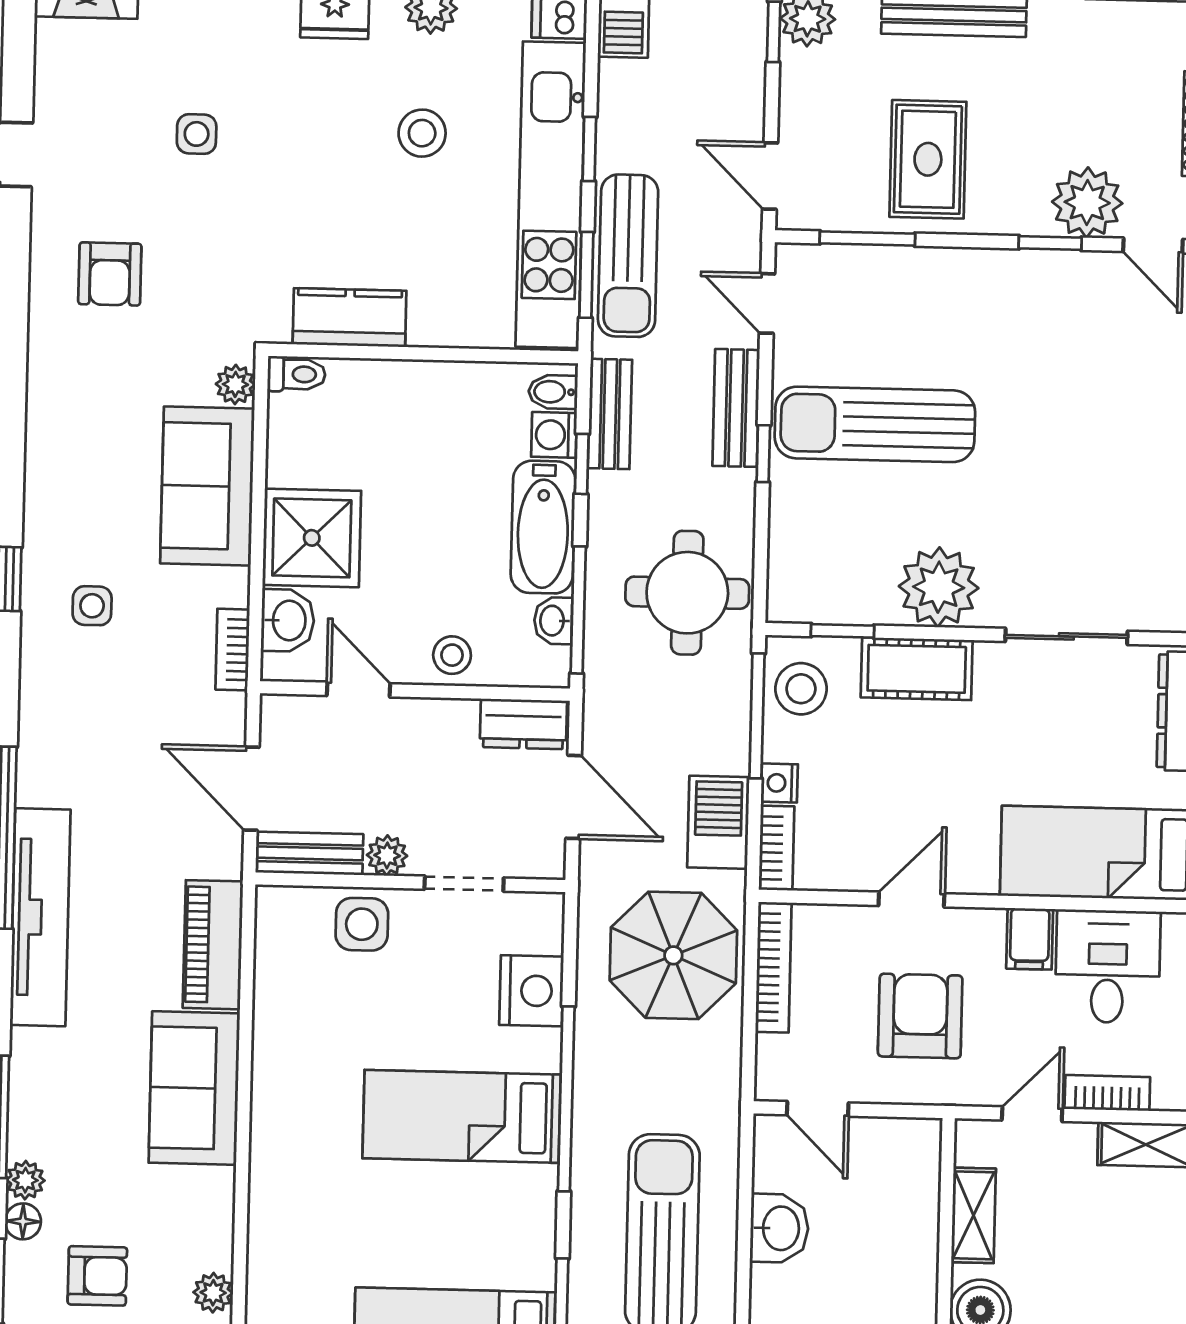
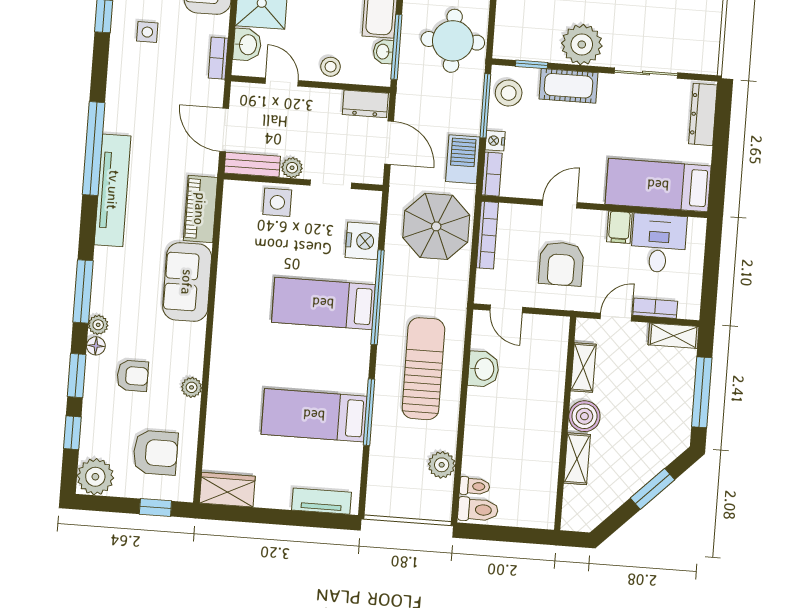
armchair: (920, 1016) -> (561, 264), turned 180

